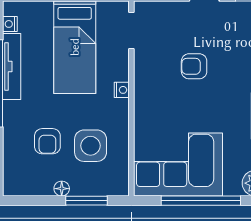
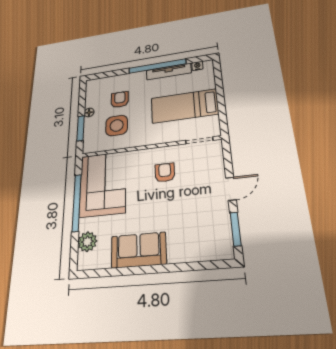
armchair: (194, 66) -> (165, 173), moved
nightstand: (122, 90) -> (155, 140), removed
armchair: (47, 141) -> (120, 100), turned 90

